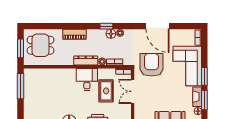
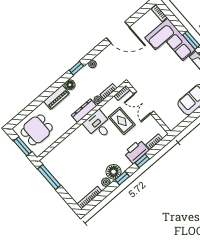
floor lamp: (111, 34) -> (70, 85), moved
armchair: (152, 65) -> (140, 68), removed

